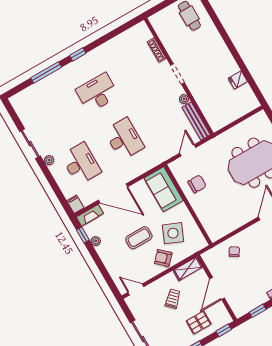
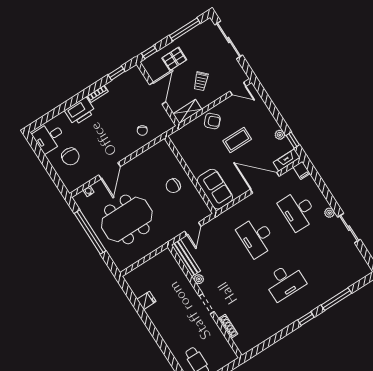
chair: (197, 184) -> (173, 186), moved
side table: (173, 233) -> (204, 146), removed

